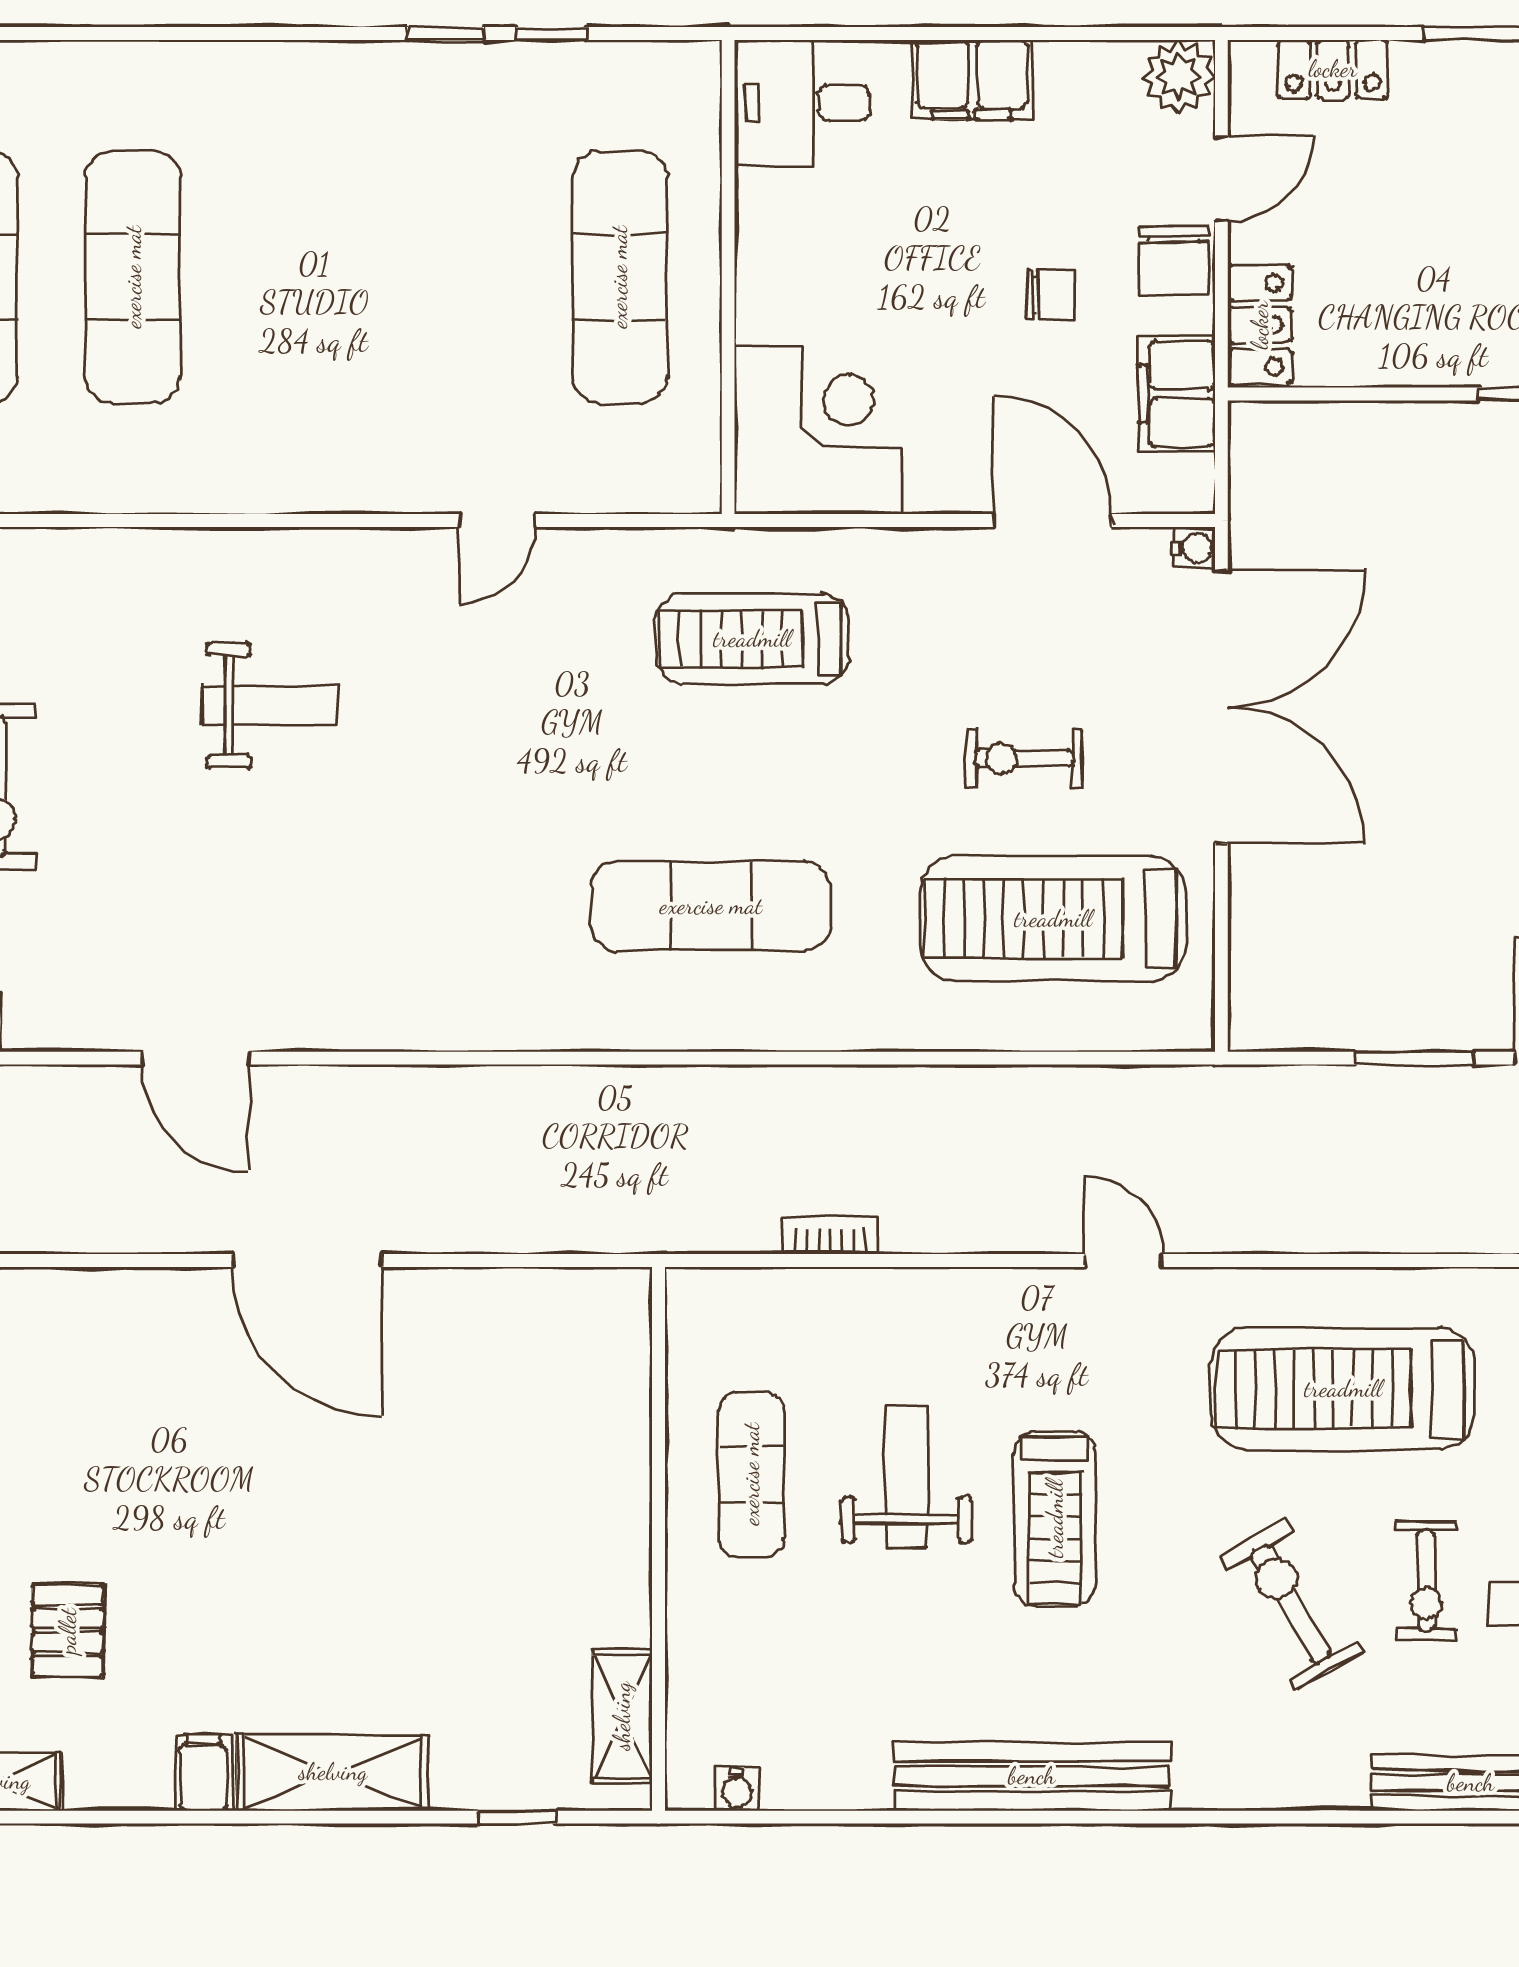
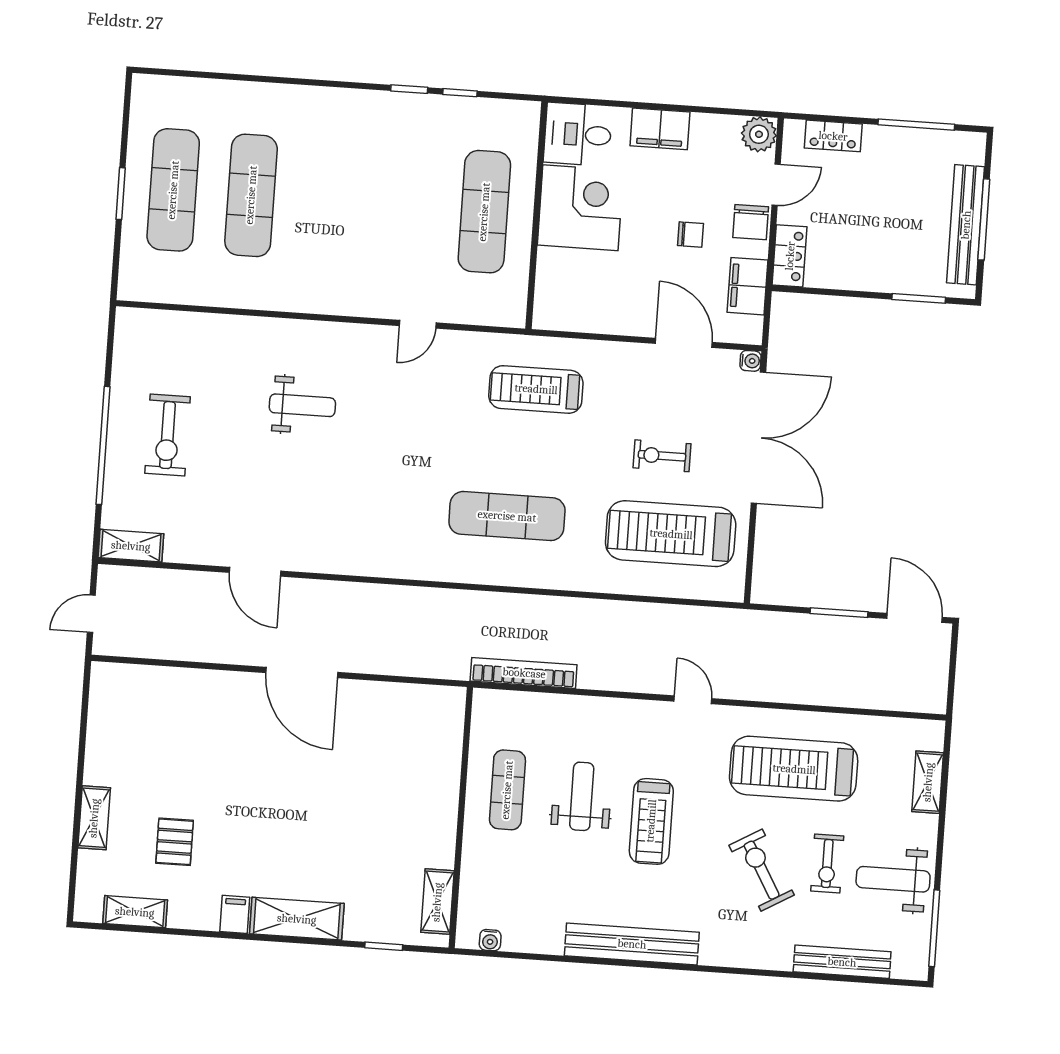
corner desk: (818, 430) -> (580, 208), moved
bookcase: (830, 1235) -> (524, 673), width x2.31, depth x1.31

